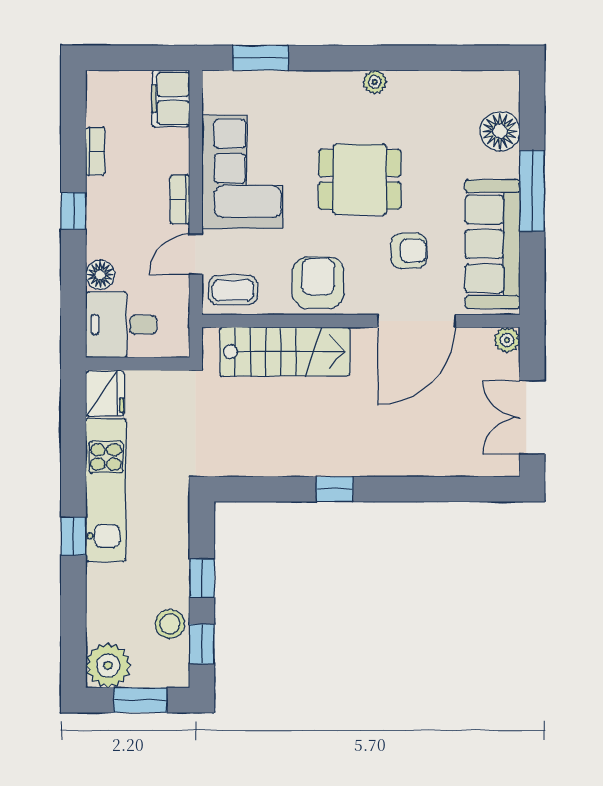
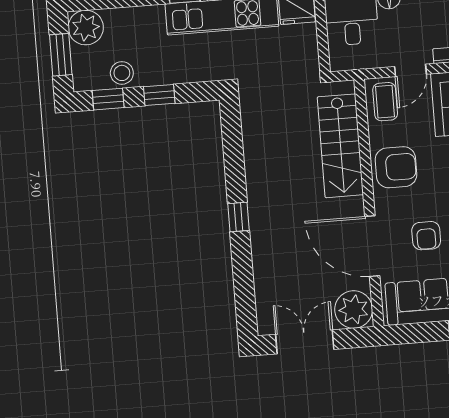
door: (196, 254) -> (410, 70), swing flipped
plant: (507, 340) -> (354, 309), width x1.87, depth x1.87
window: (335, 489) -> (239, 217), moved

